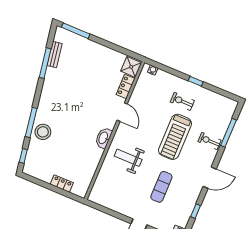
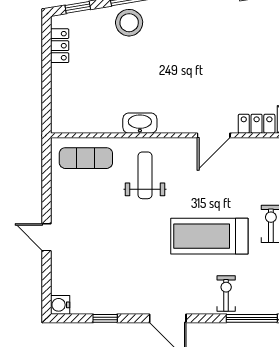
washbasin: (104, 138) -> (140, 123), moved
locker: (62, 184) -> (60, 46), moved
exercise mat: (161, 187) -> (86, 158), moved

